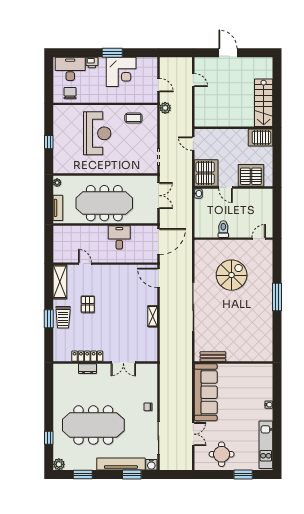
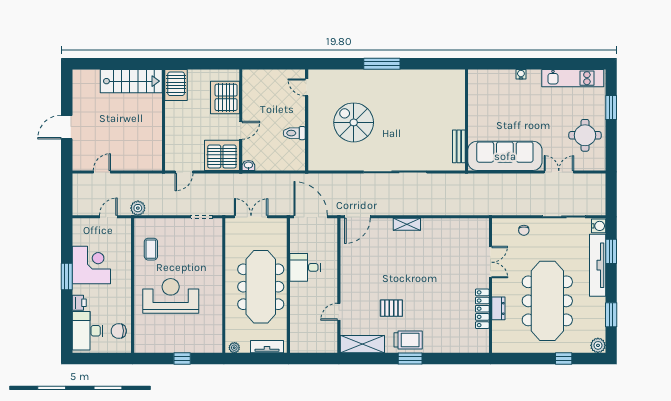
locker: (87, 356) -> (482, 309), moved
wall: (105, 363) -> (490, 286), moved
double door: (123, 363) -> (490, 262), moved
dresser: (87, 369) -> (498, 308), moved

